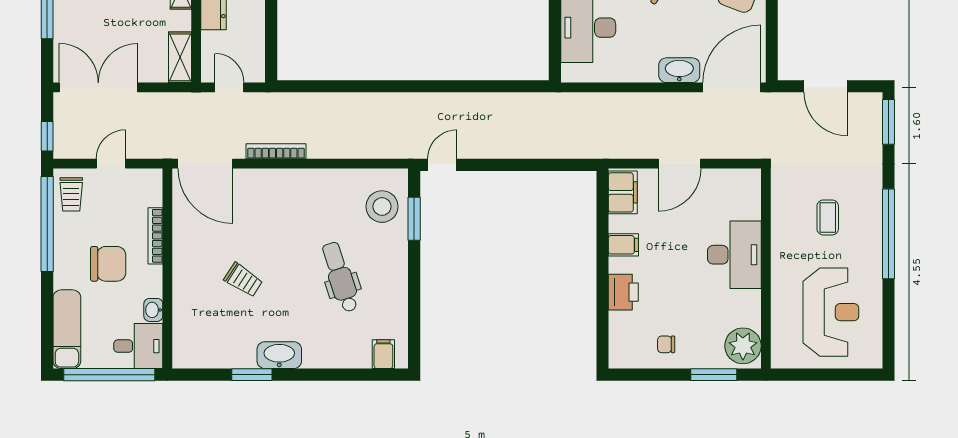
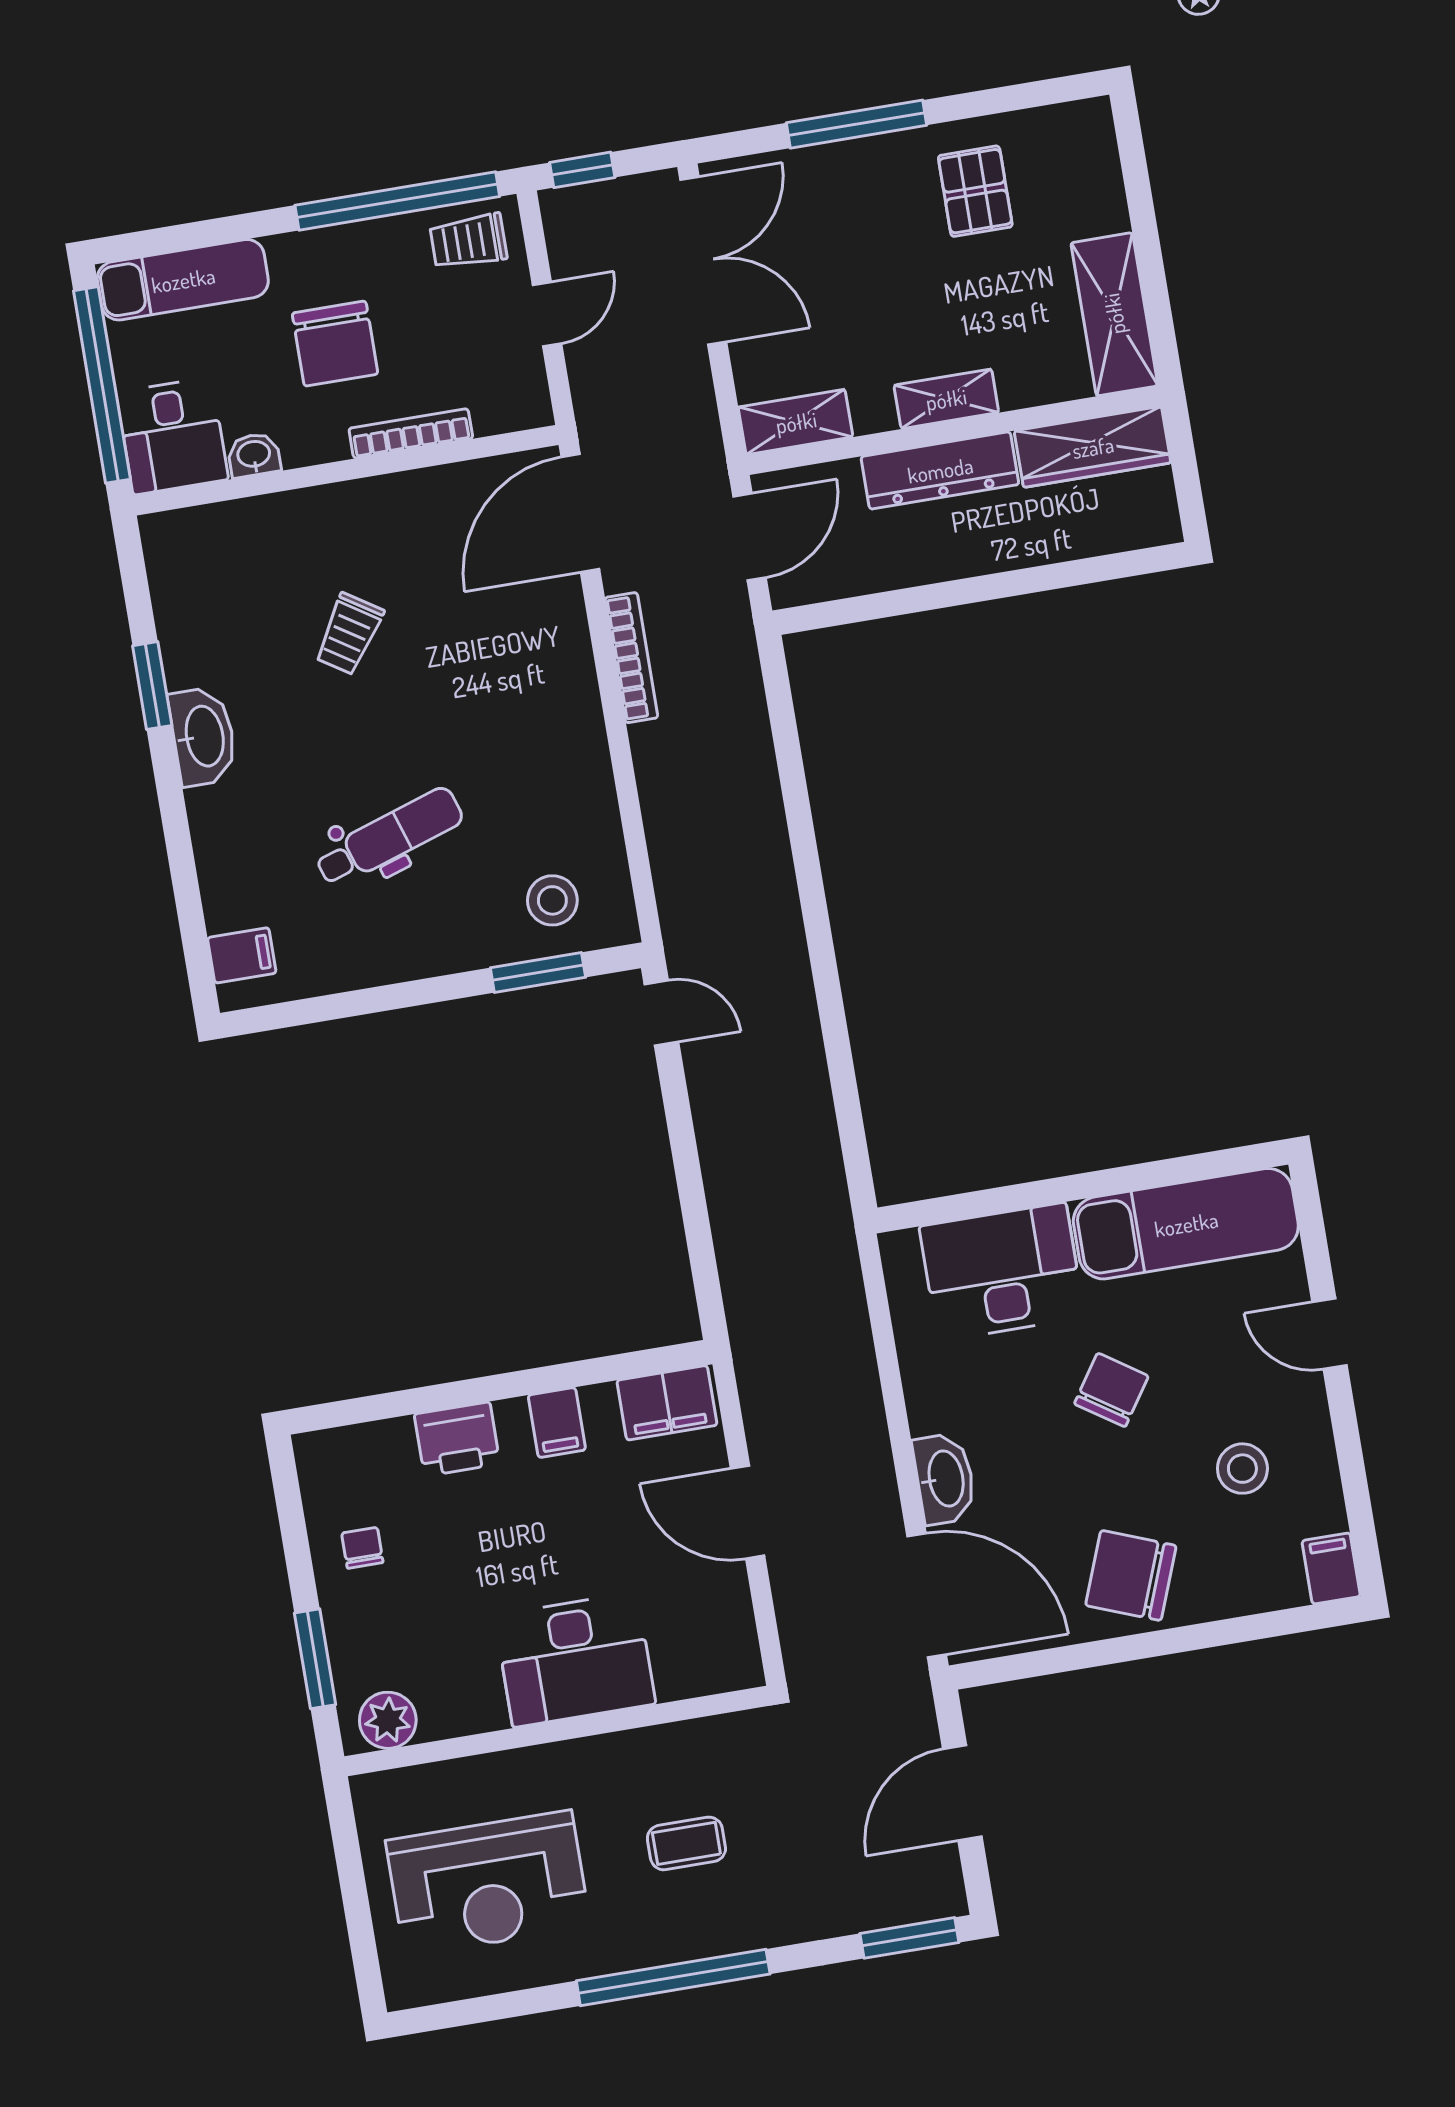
door: (229, 87) -> (750, 537), width x1.38
door: (111, 164) -> (547, 314), hinge flipped
stool: (382, 207) -> (552, 900), width x0.73, depth x0.73
plant: (743, 346) -> (388, 1720), width x0.73, depth x0.73

